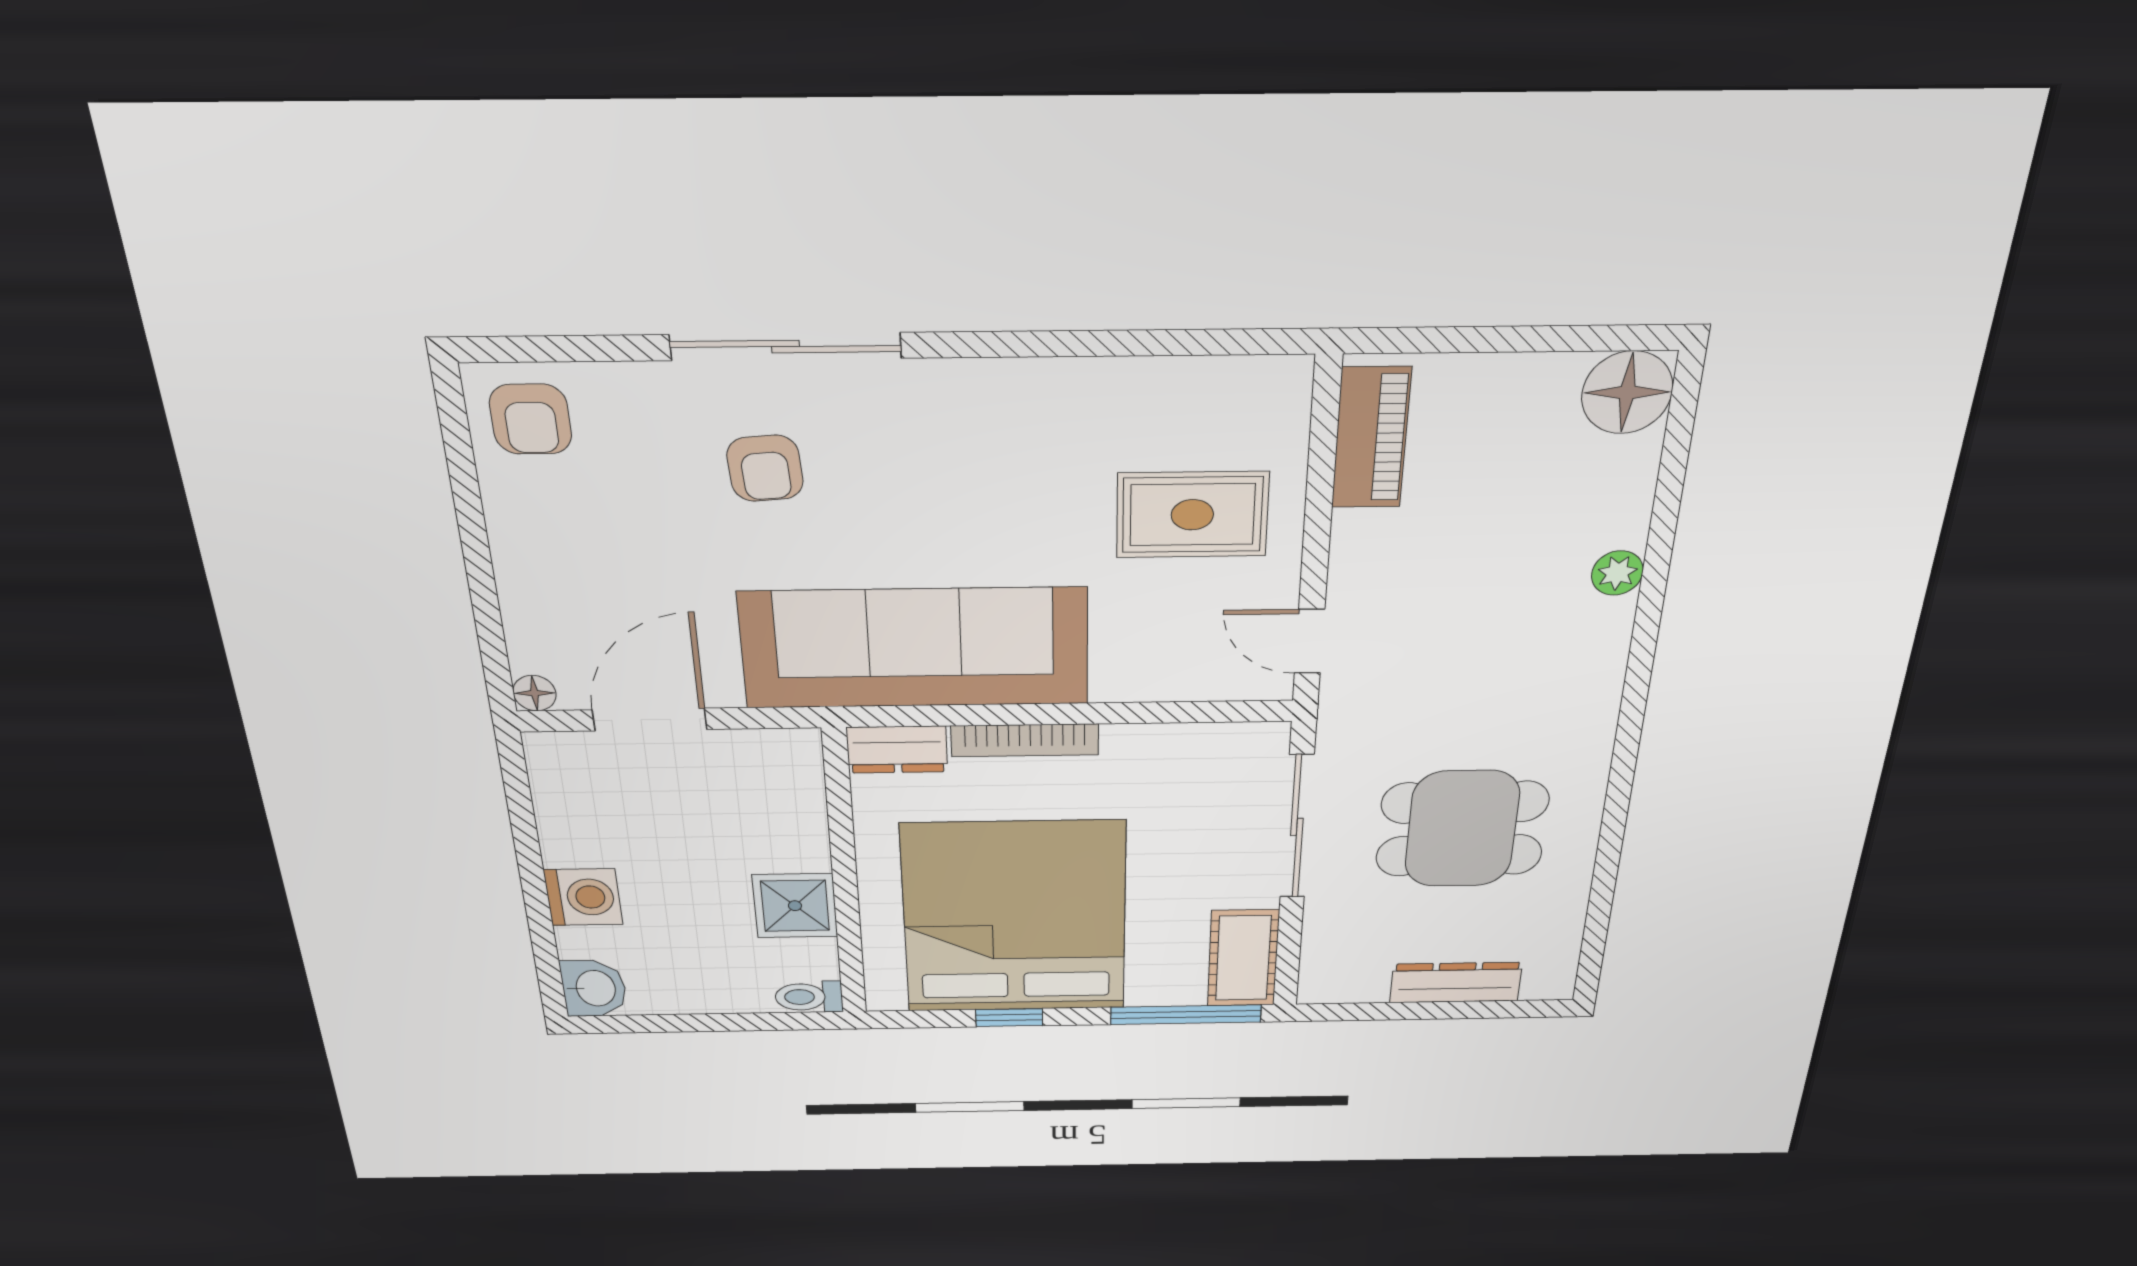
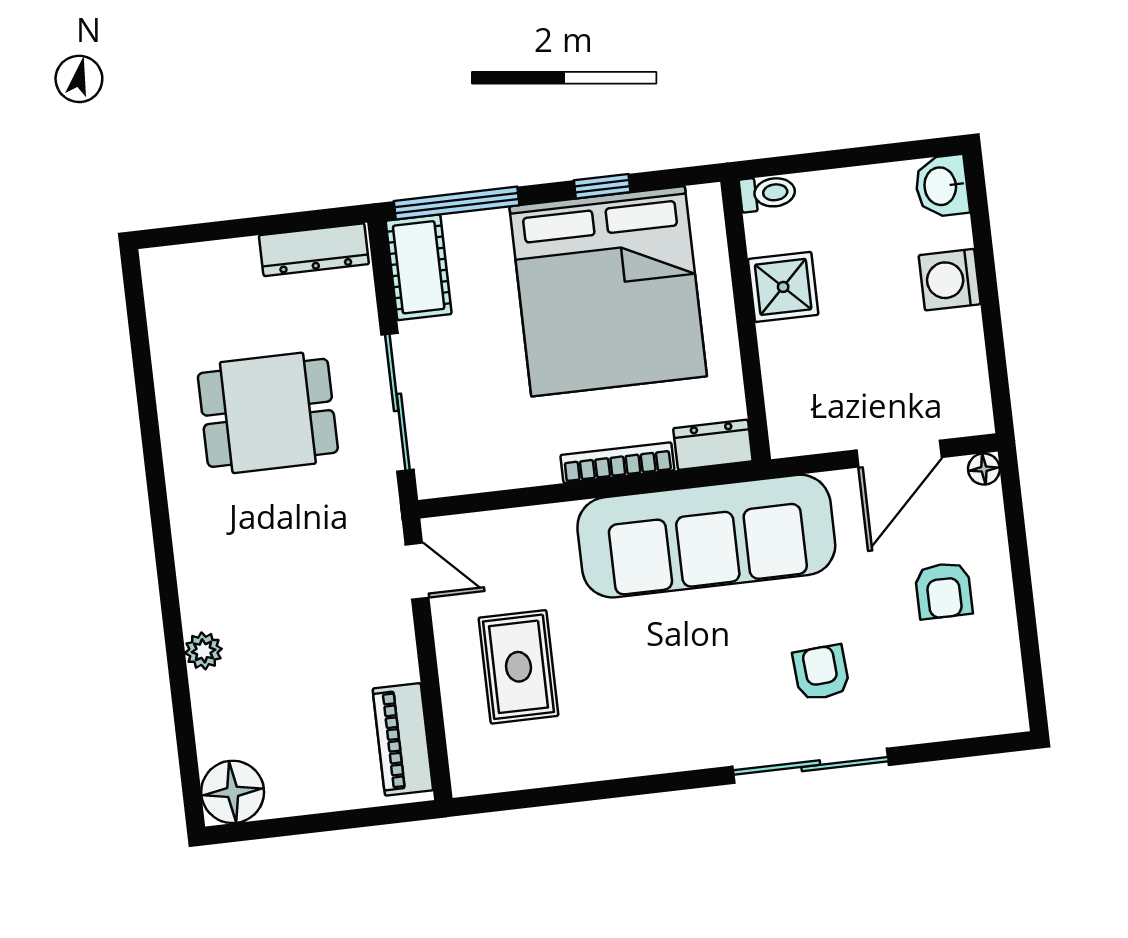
armchair: (531, 419) -> (944, 591), moved, turned 180
rug: (1192, 515) -> (518, 667), turned 90
dresser: (1456, 982) -> (314, 250), moved

